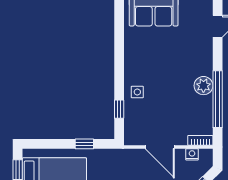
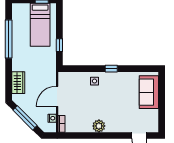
window: (218, 99) -> (90, 136), removed
window: (119, 109) -> (111, 69), moved

